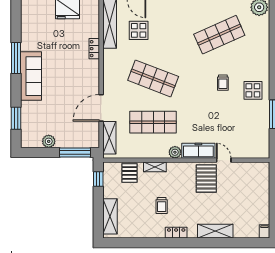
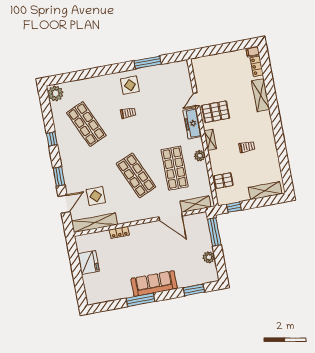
shop shelf: (153, 78) -> (136, 175), turned -45
plant: (175, 152) -> (200, 156), moved
shelving: (155, 167) -> (210, 140), moved
locker: (176, 233) -> (257, 66), moved

